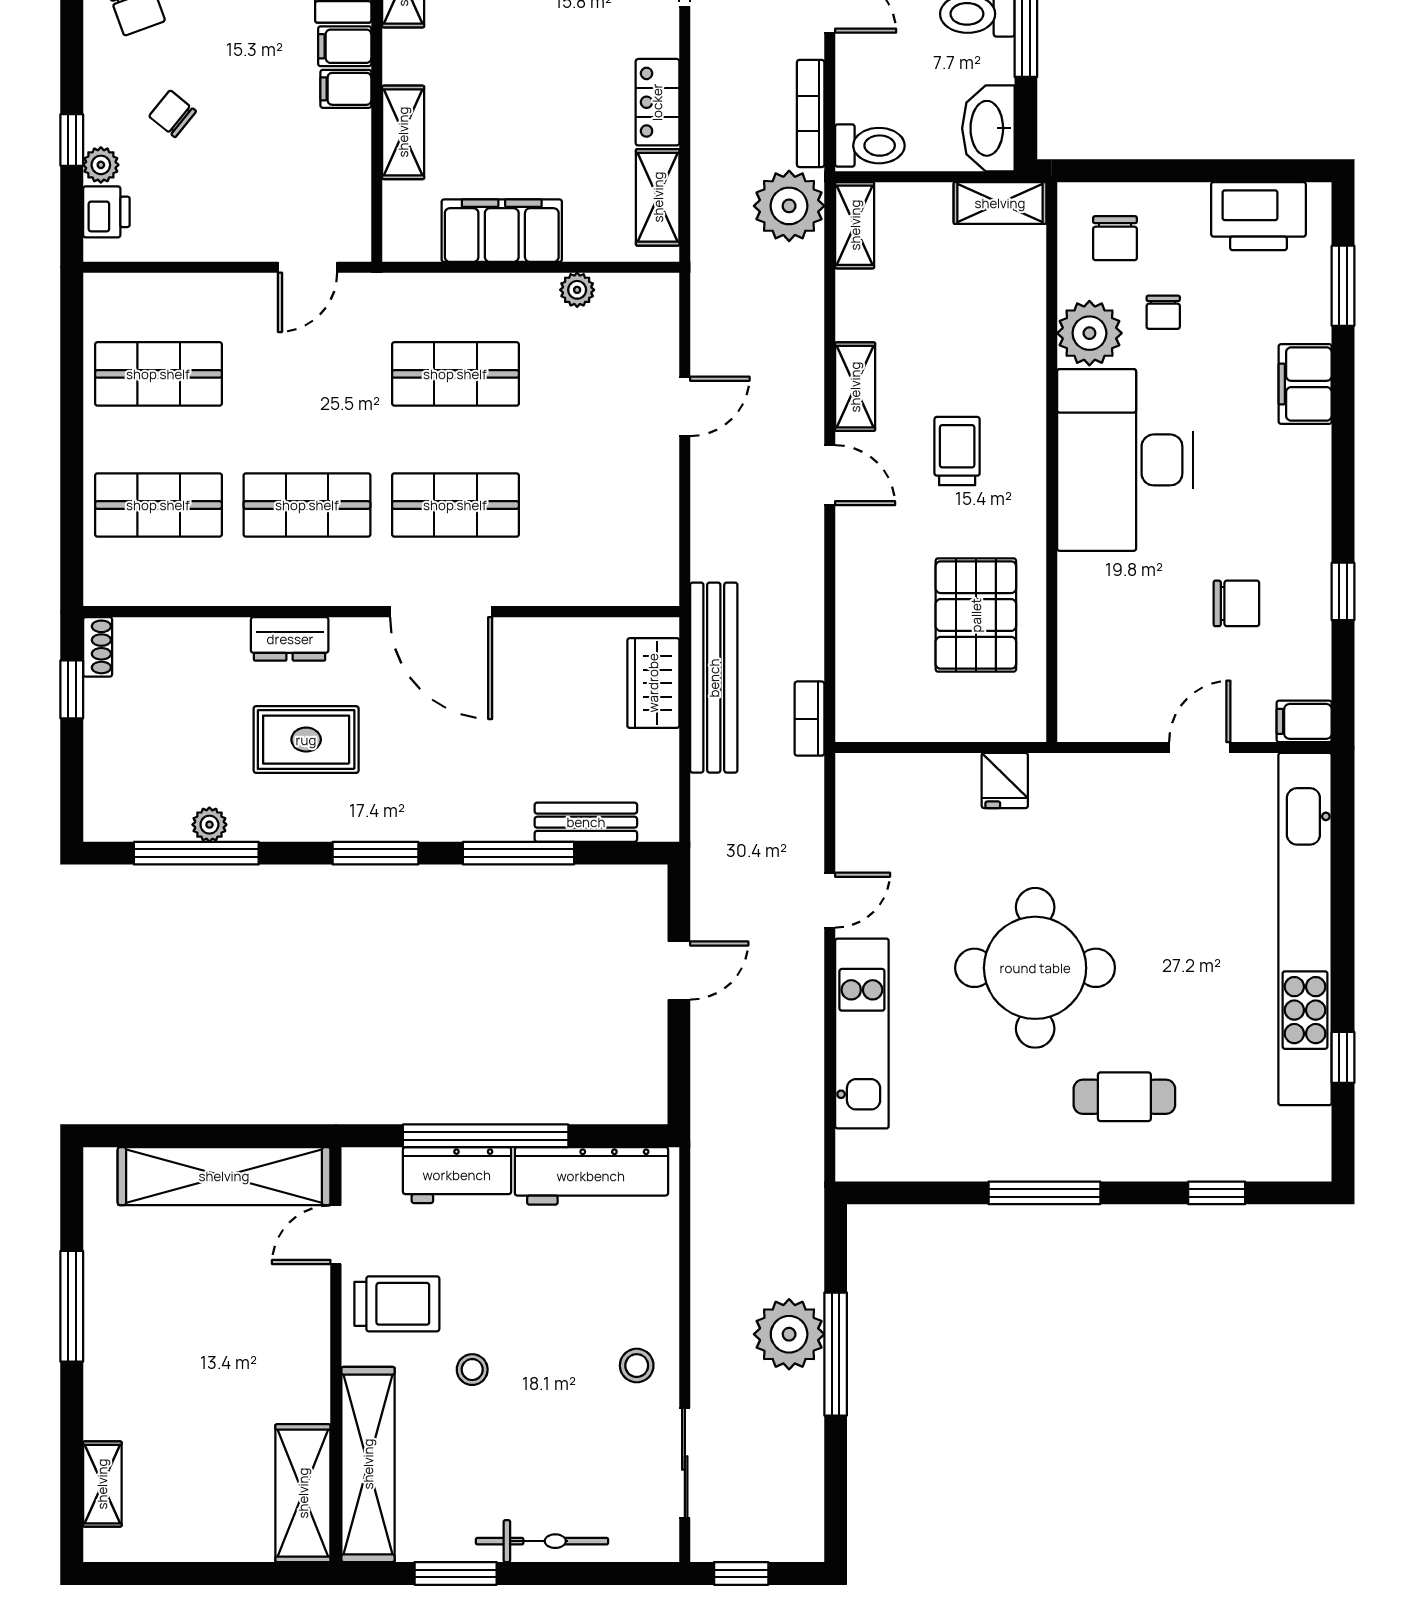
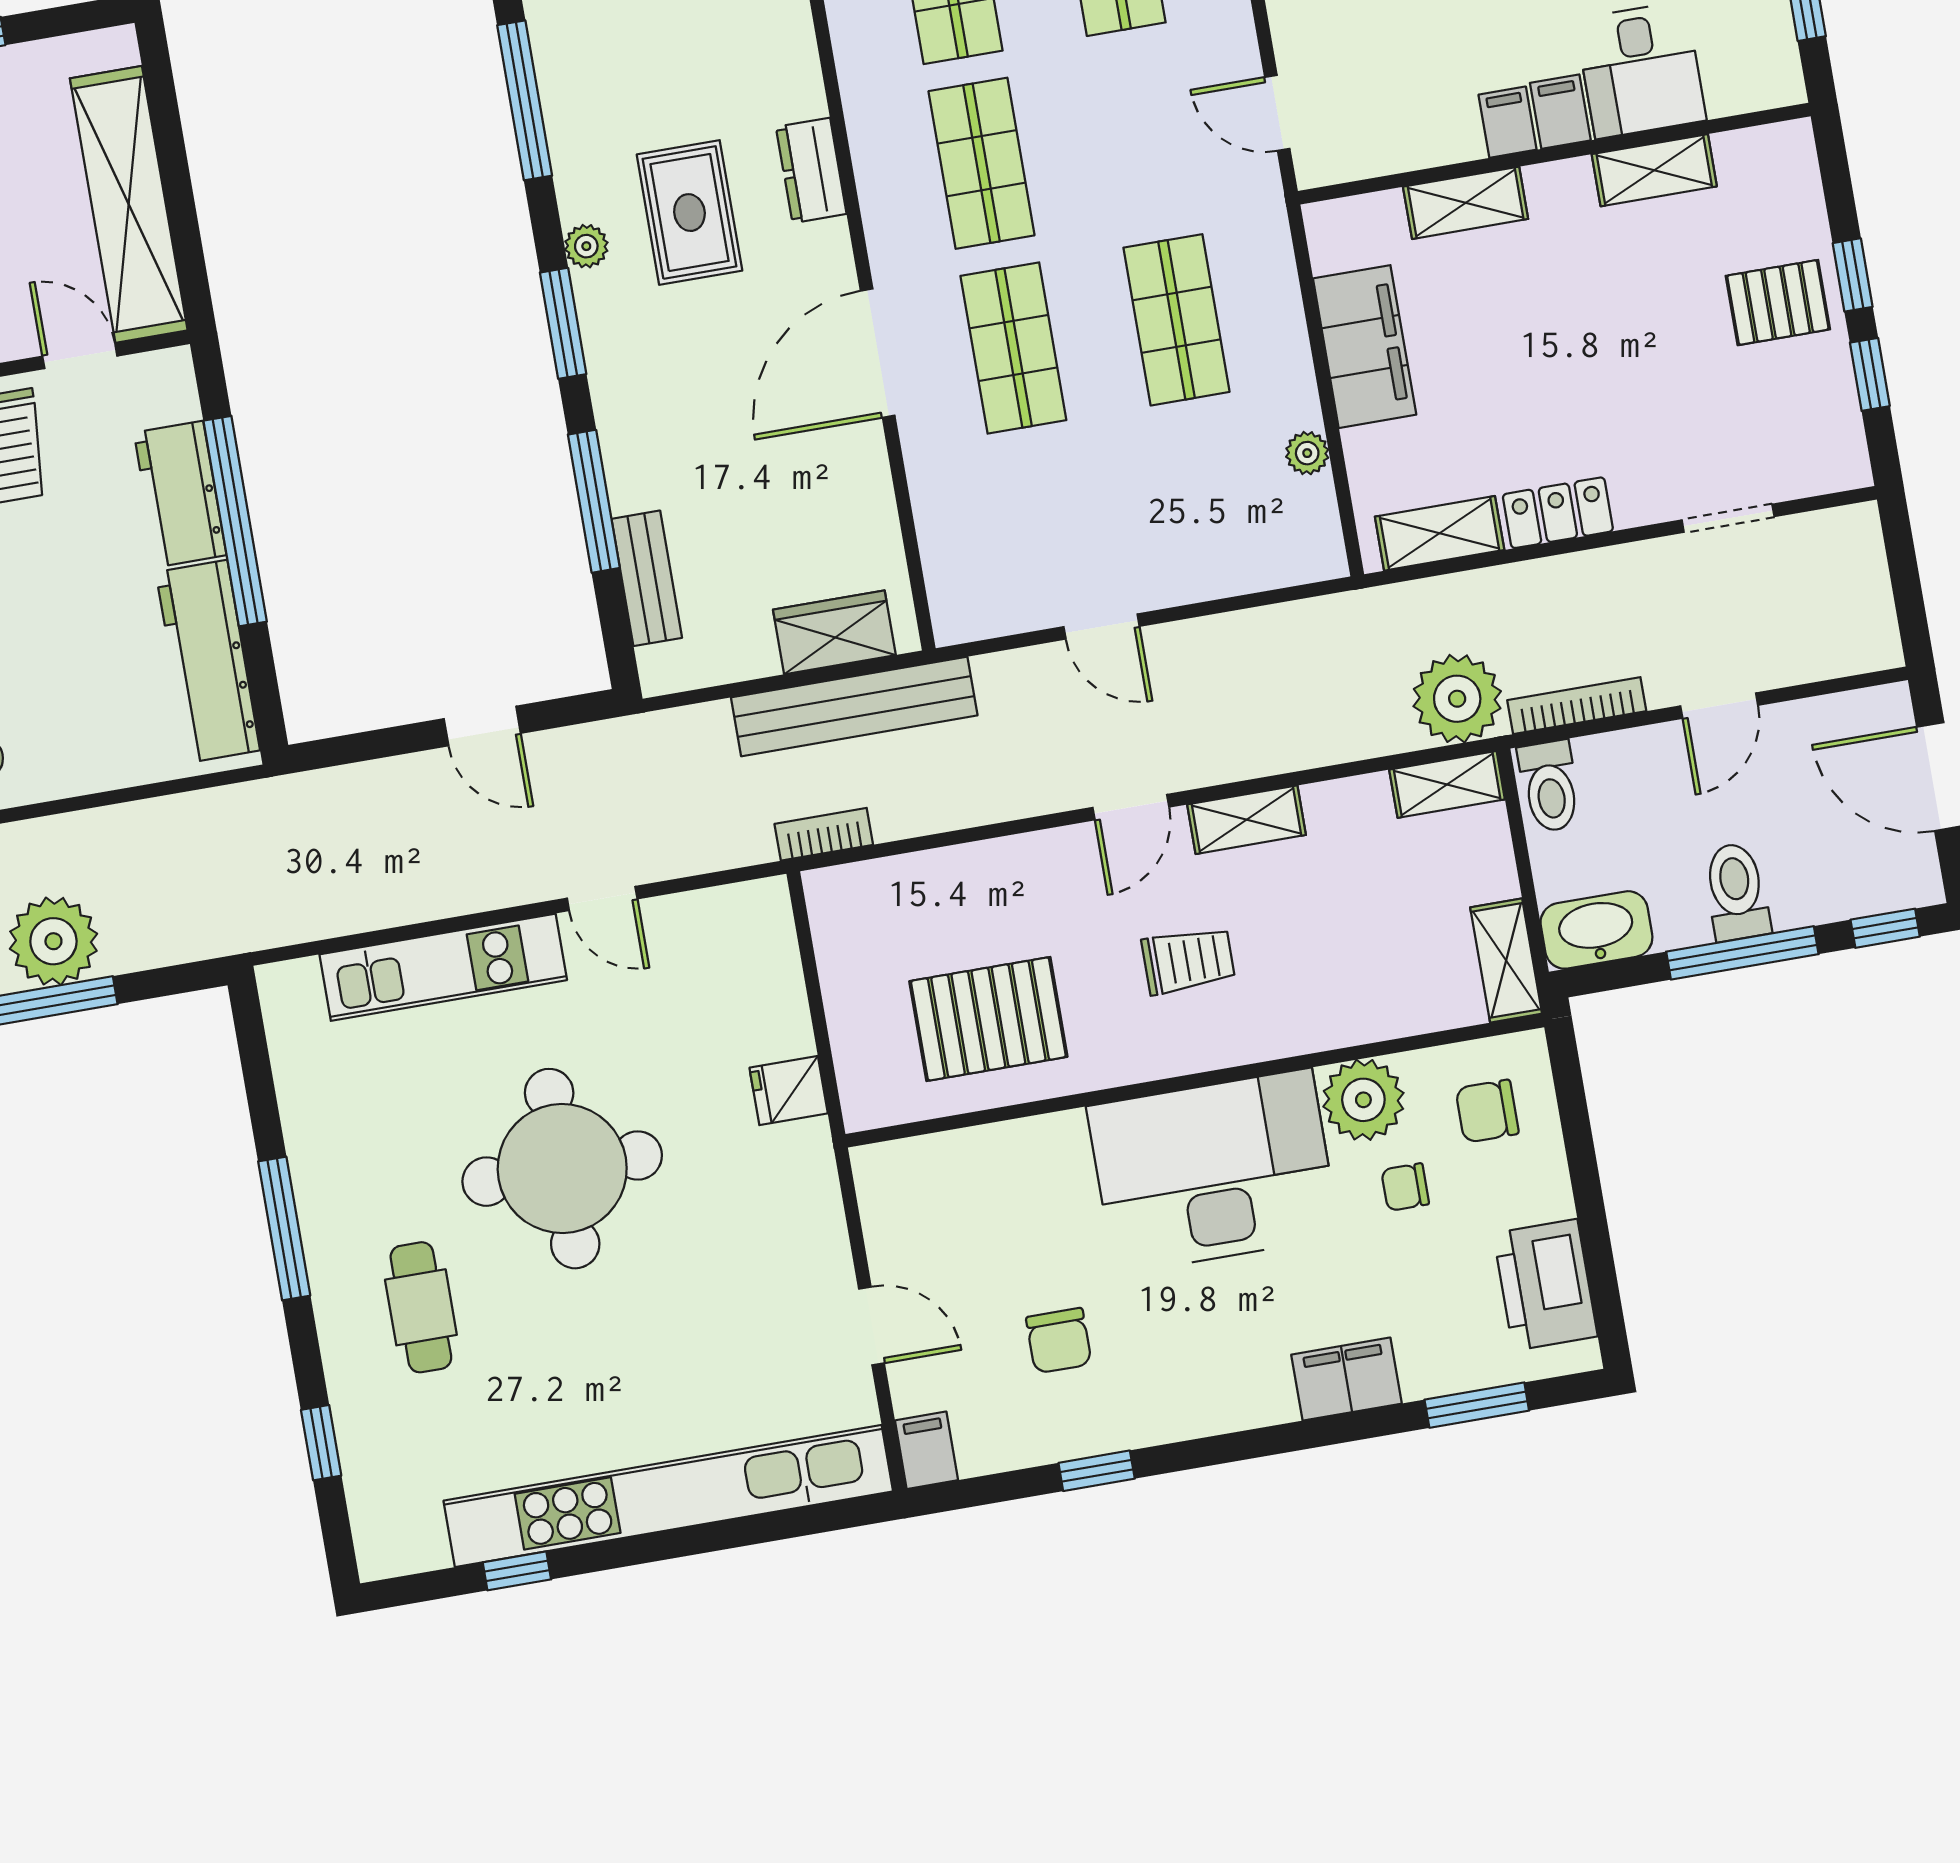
door: (685, 406) -> (1102, 627), moved
plant: (209, 825) -> (586, 246), moved

